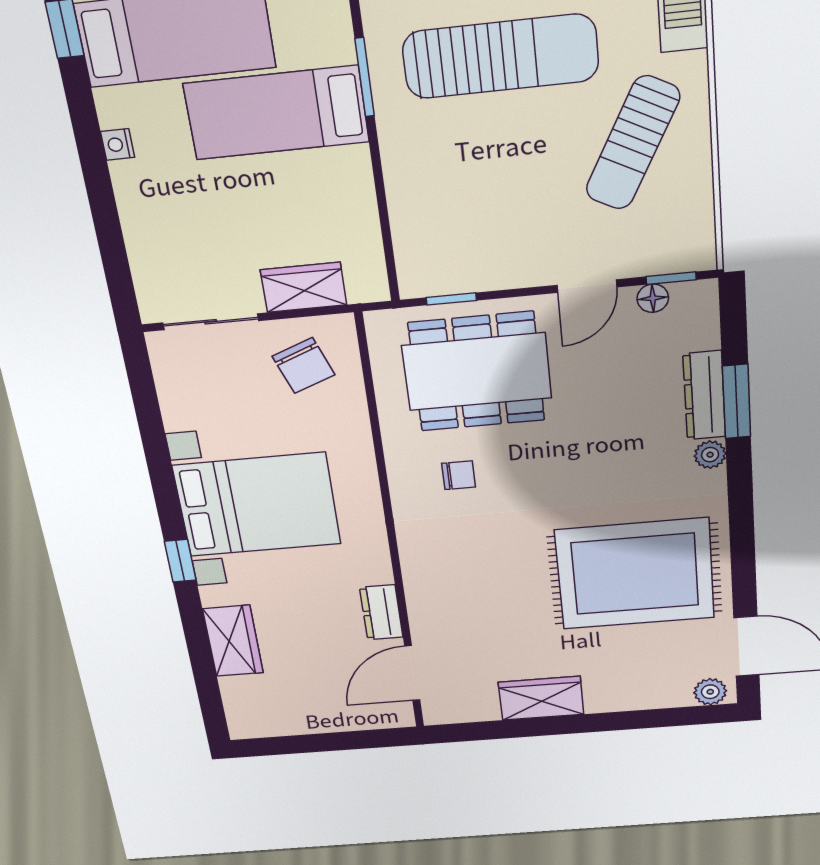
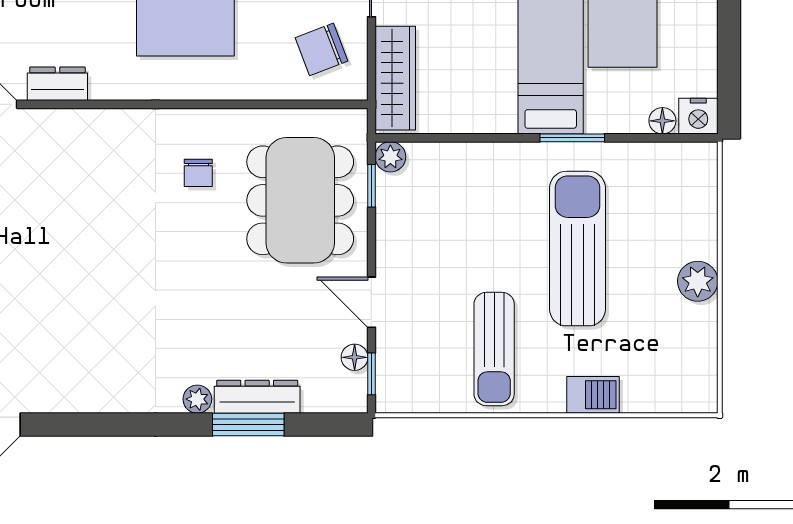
sun lounger: (500, 56) -> (577, 249), turned 180
sun lounger: (633, 143) -> (494, 349), turned -118
plant: (415, 282) -> (390, 157), added
wardrobe: (304, 287) -> (395, 78), width x1.50
rug: (635, 574) -> (78, 325), removed

